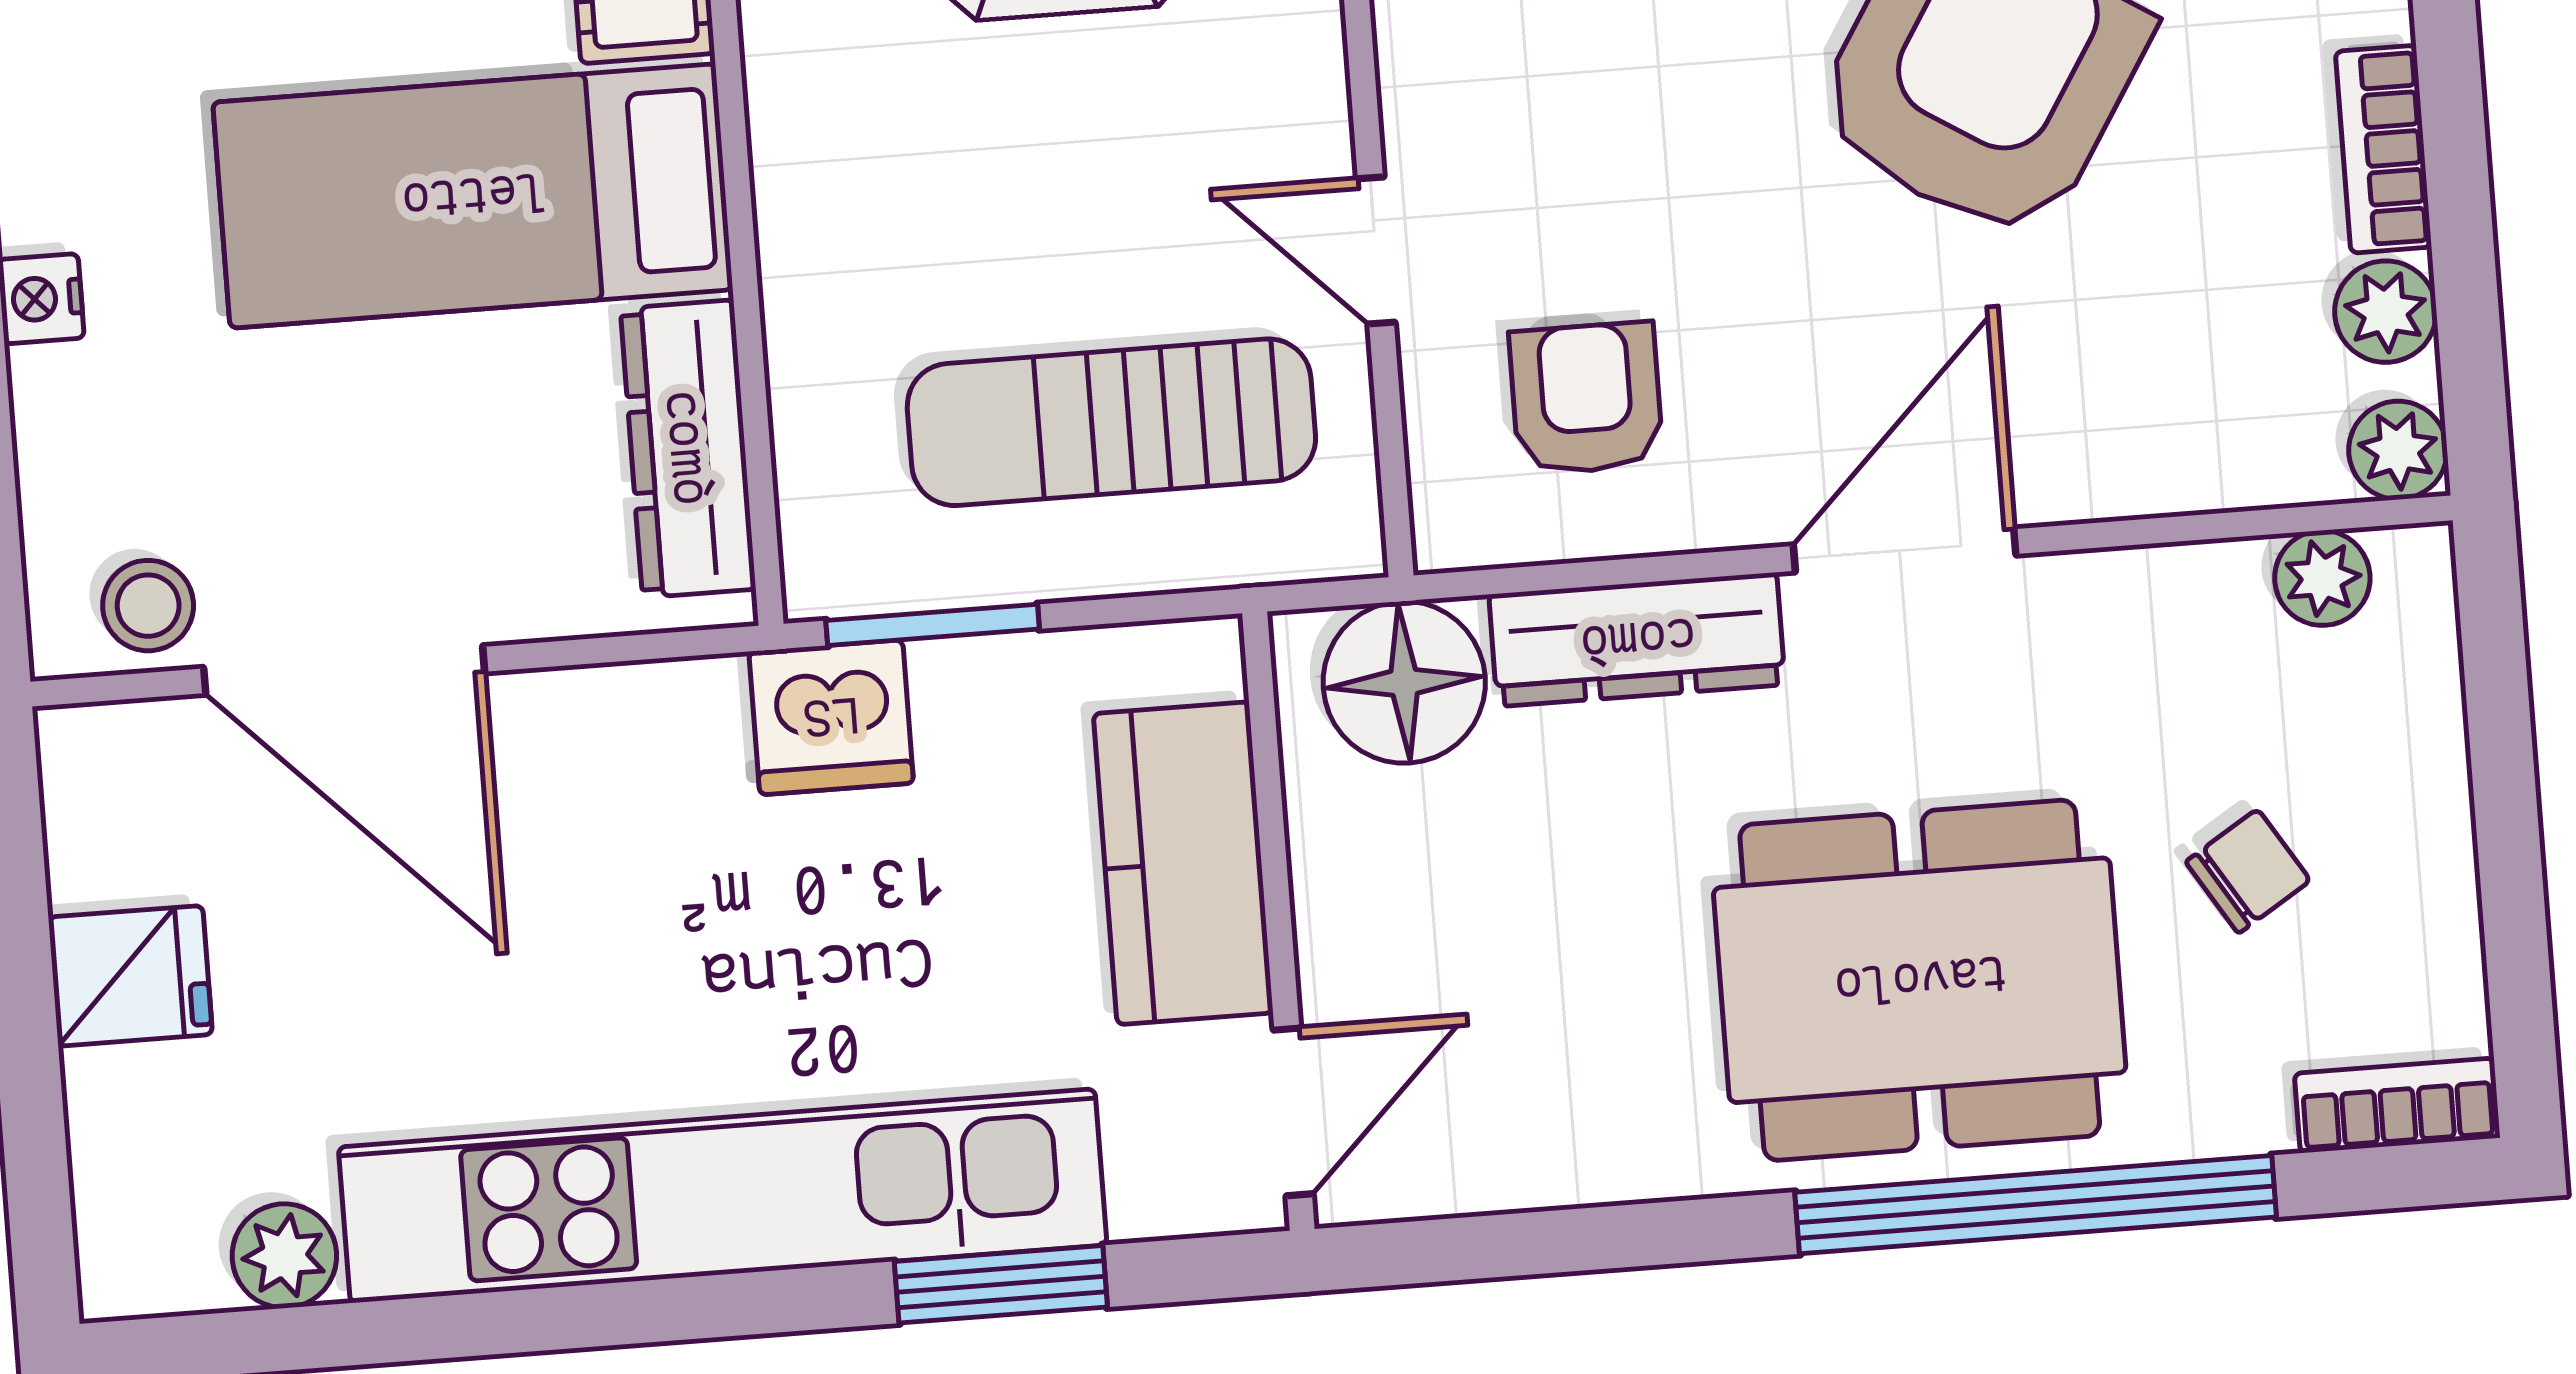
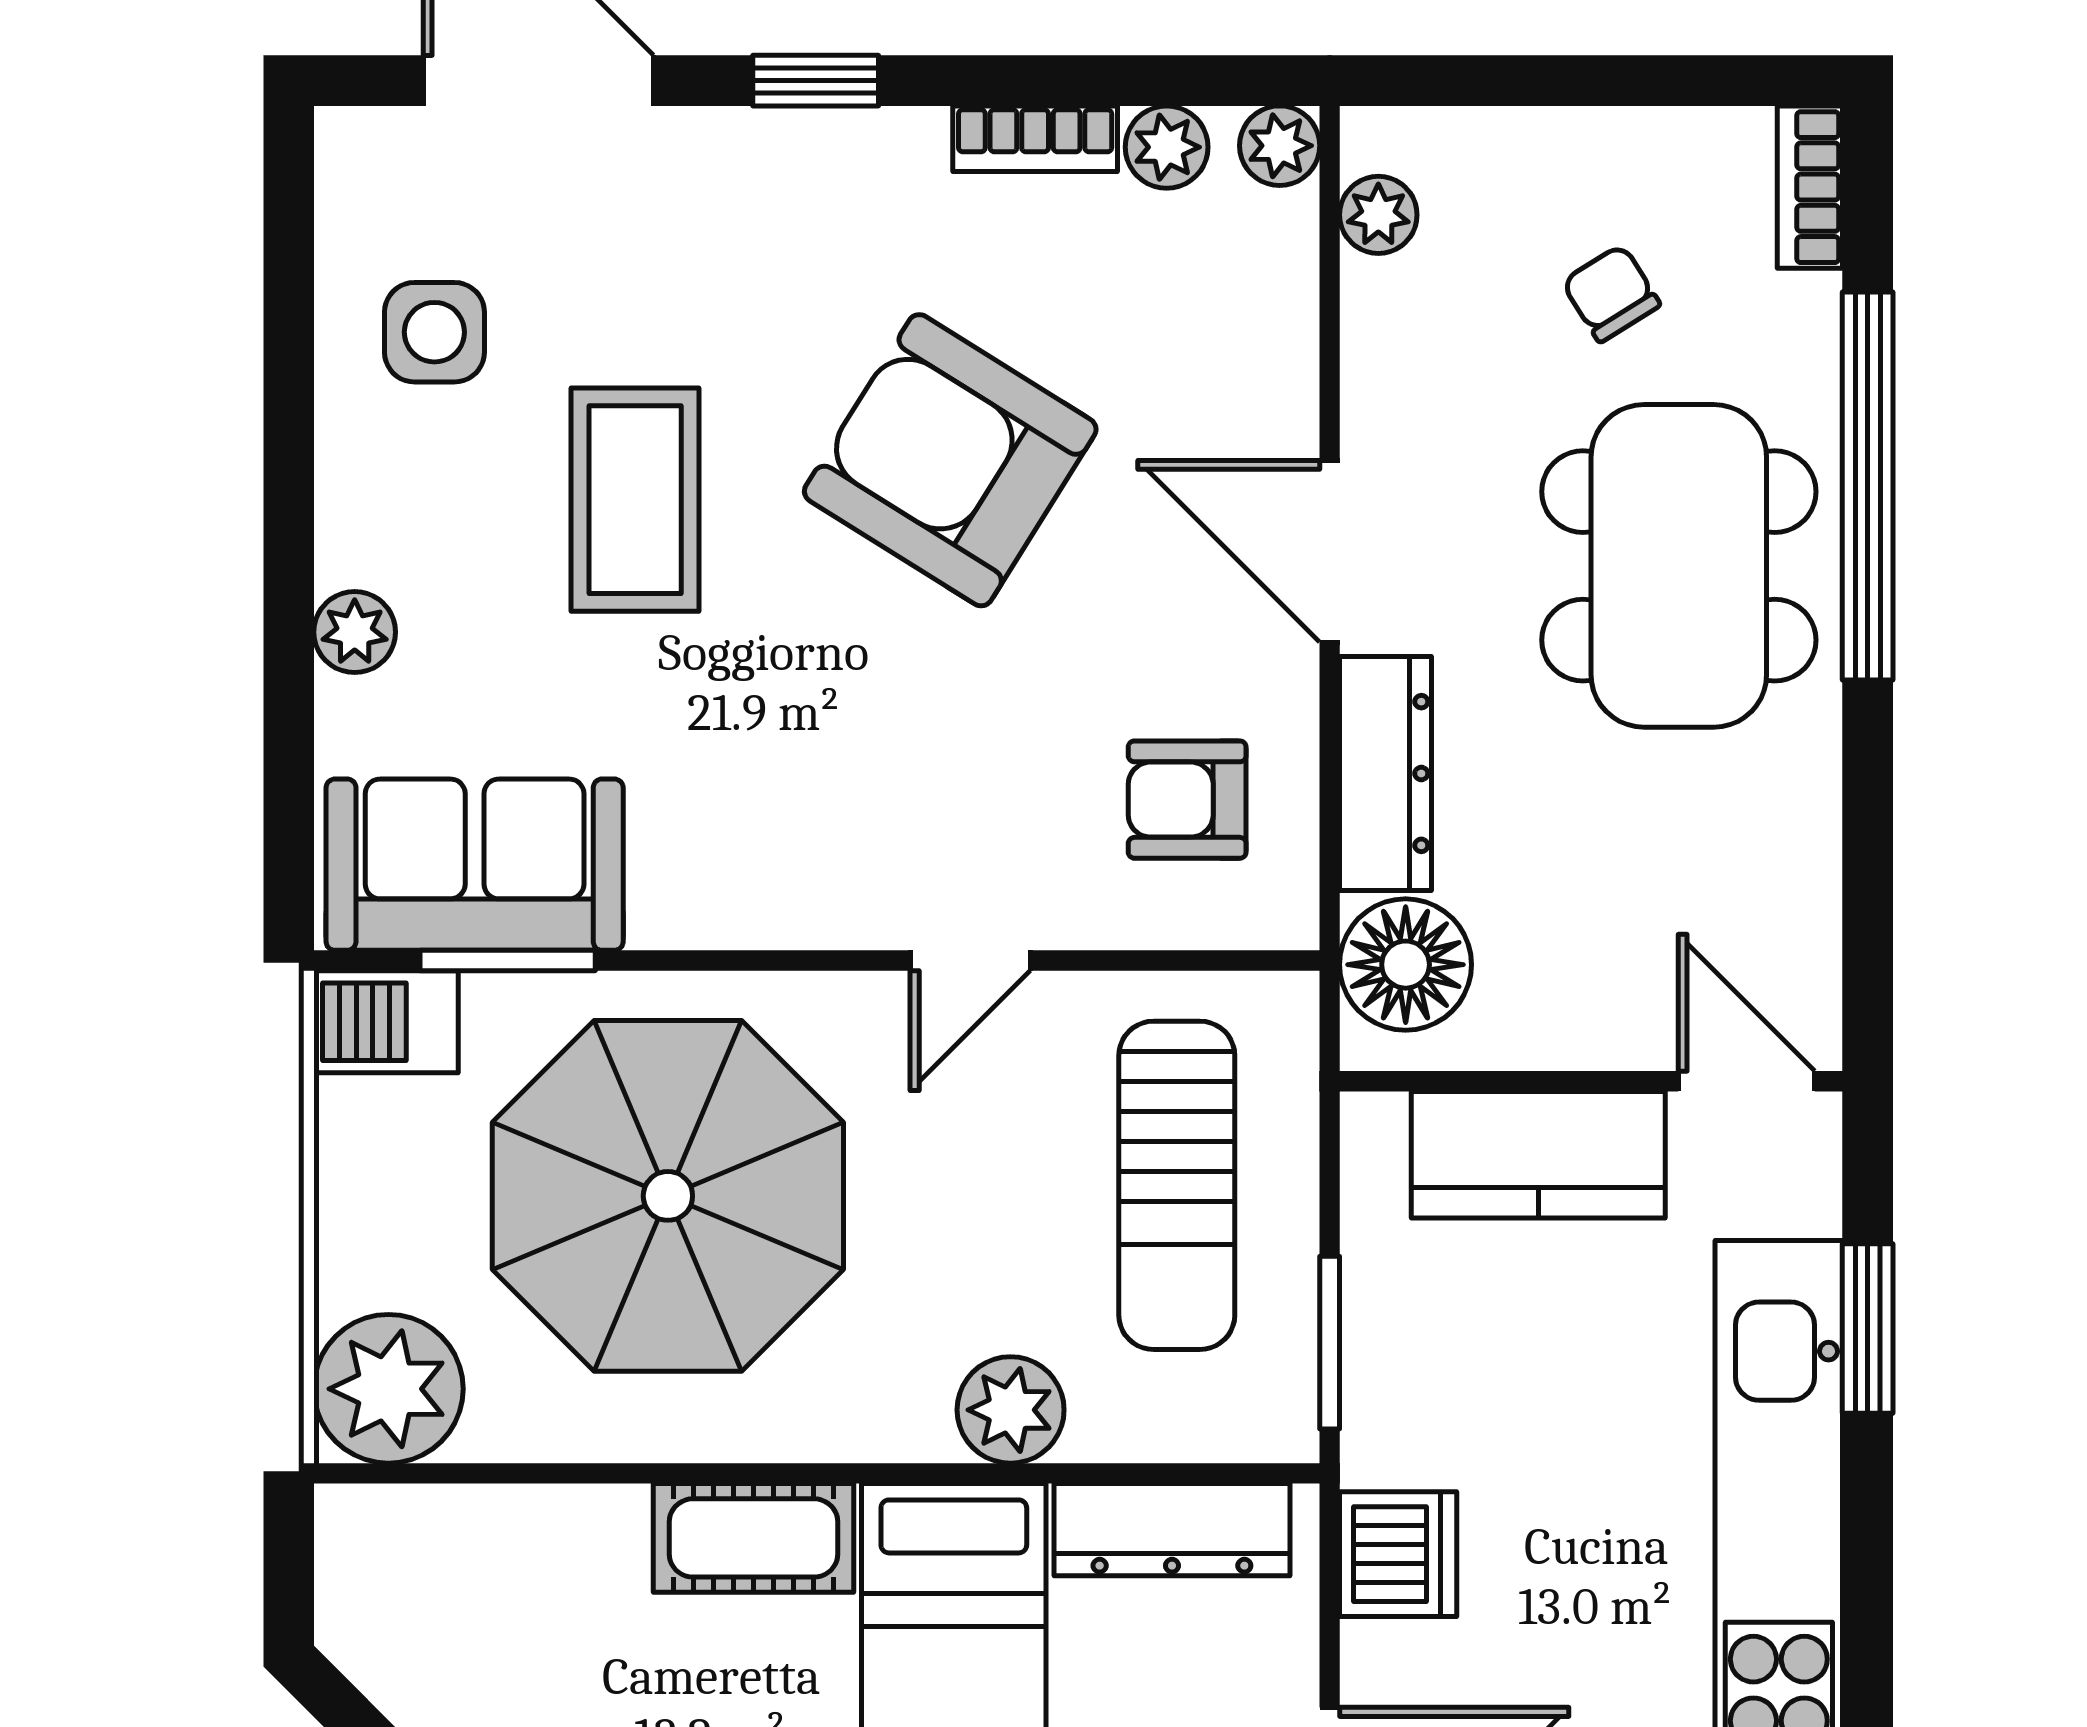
plant: (820, 239) -> (1011, 1410), added
door: (1376, 251) -> (970, 961), moved
dishwasher: (831, 717) -> (1398, 1554), moved

